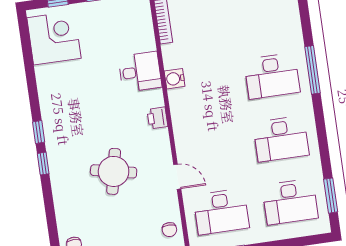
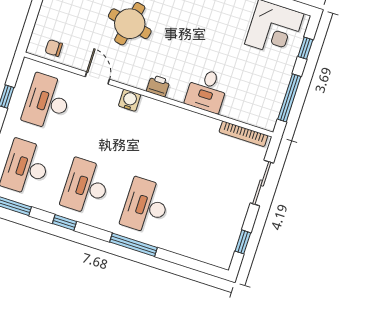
water cooler: (175, 79) -> (130, 100), moved
window: (323, 142) -> (65, 222), added
door: (177, 177) -> (97, 78), swing flipped

